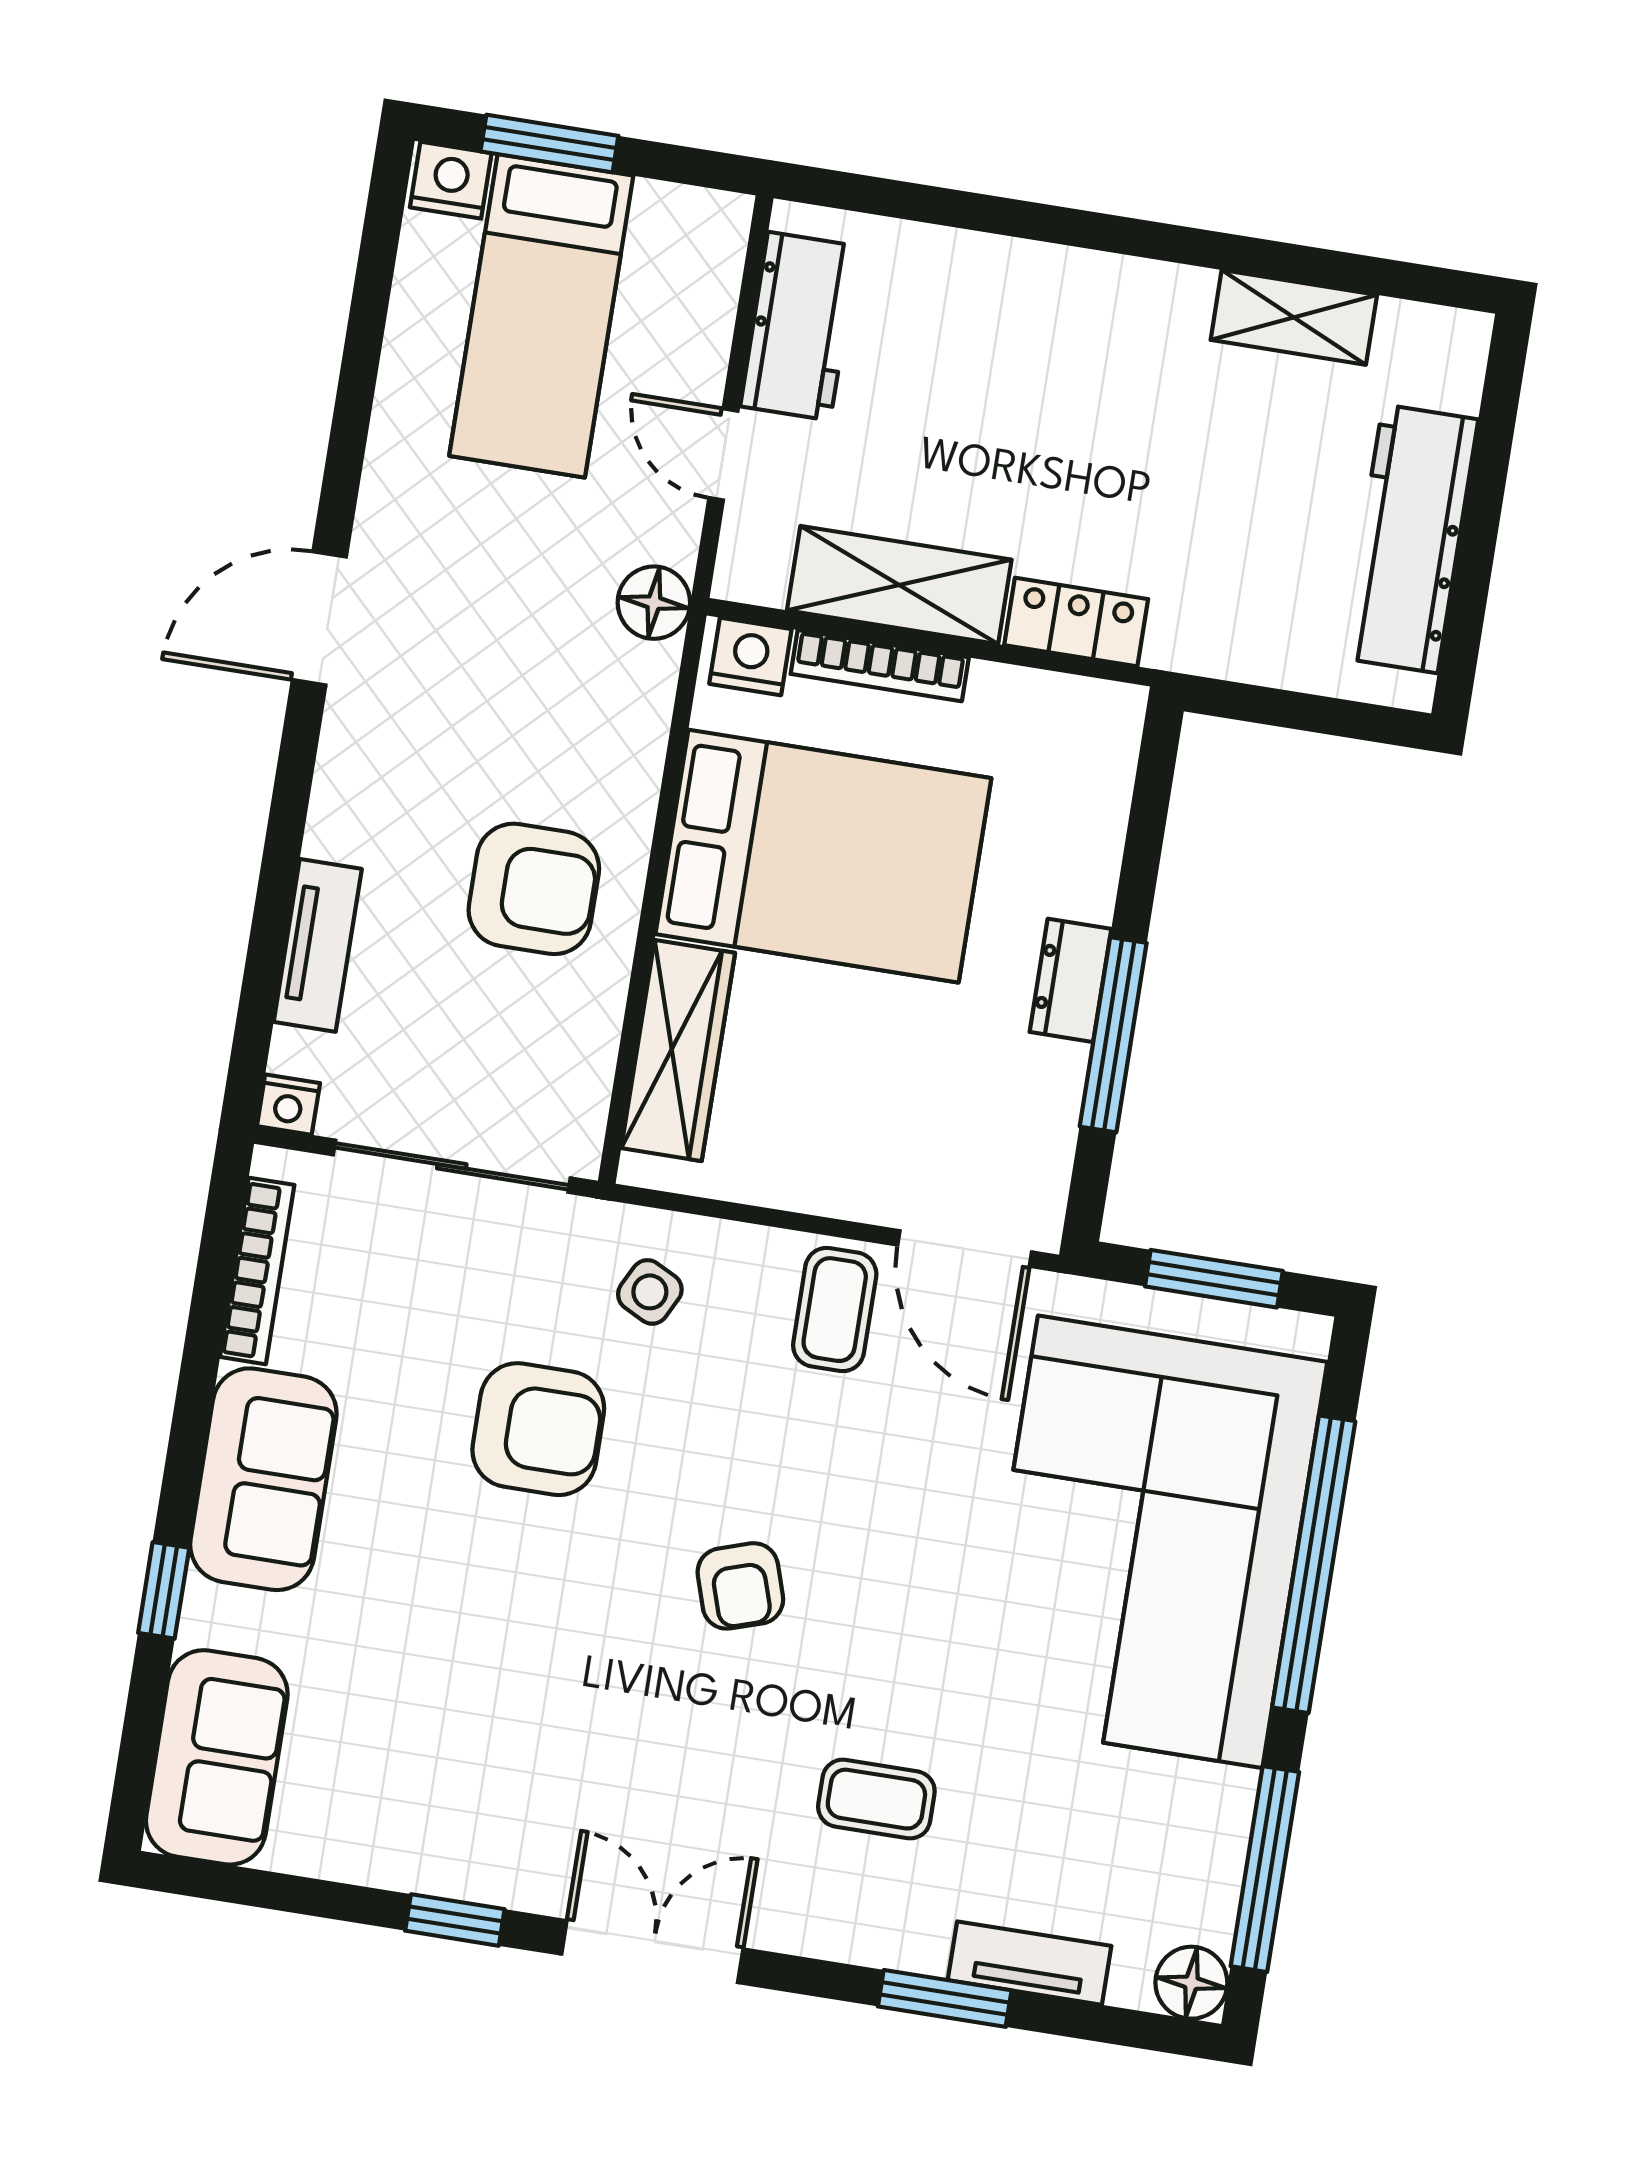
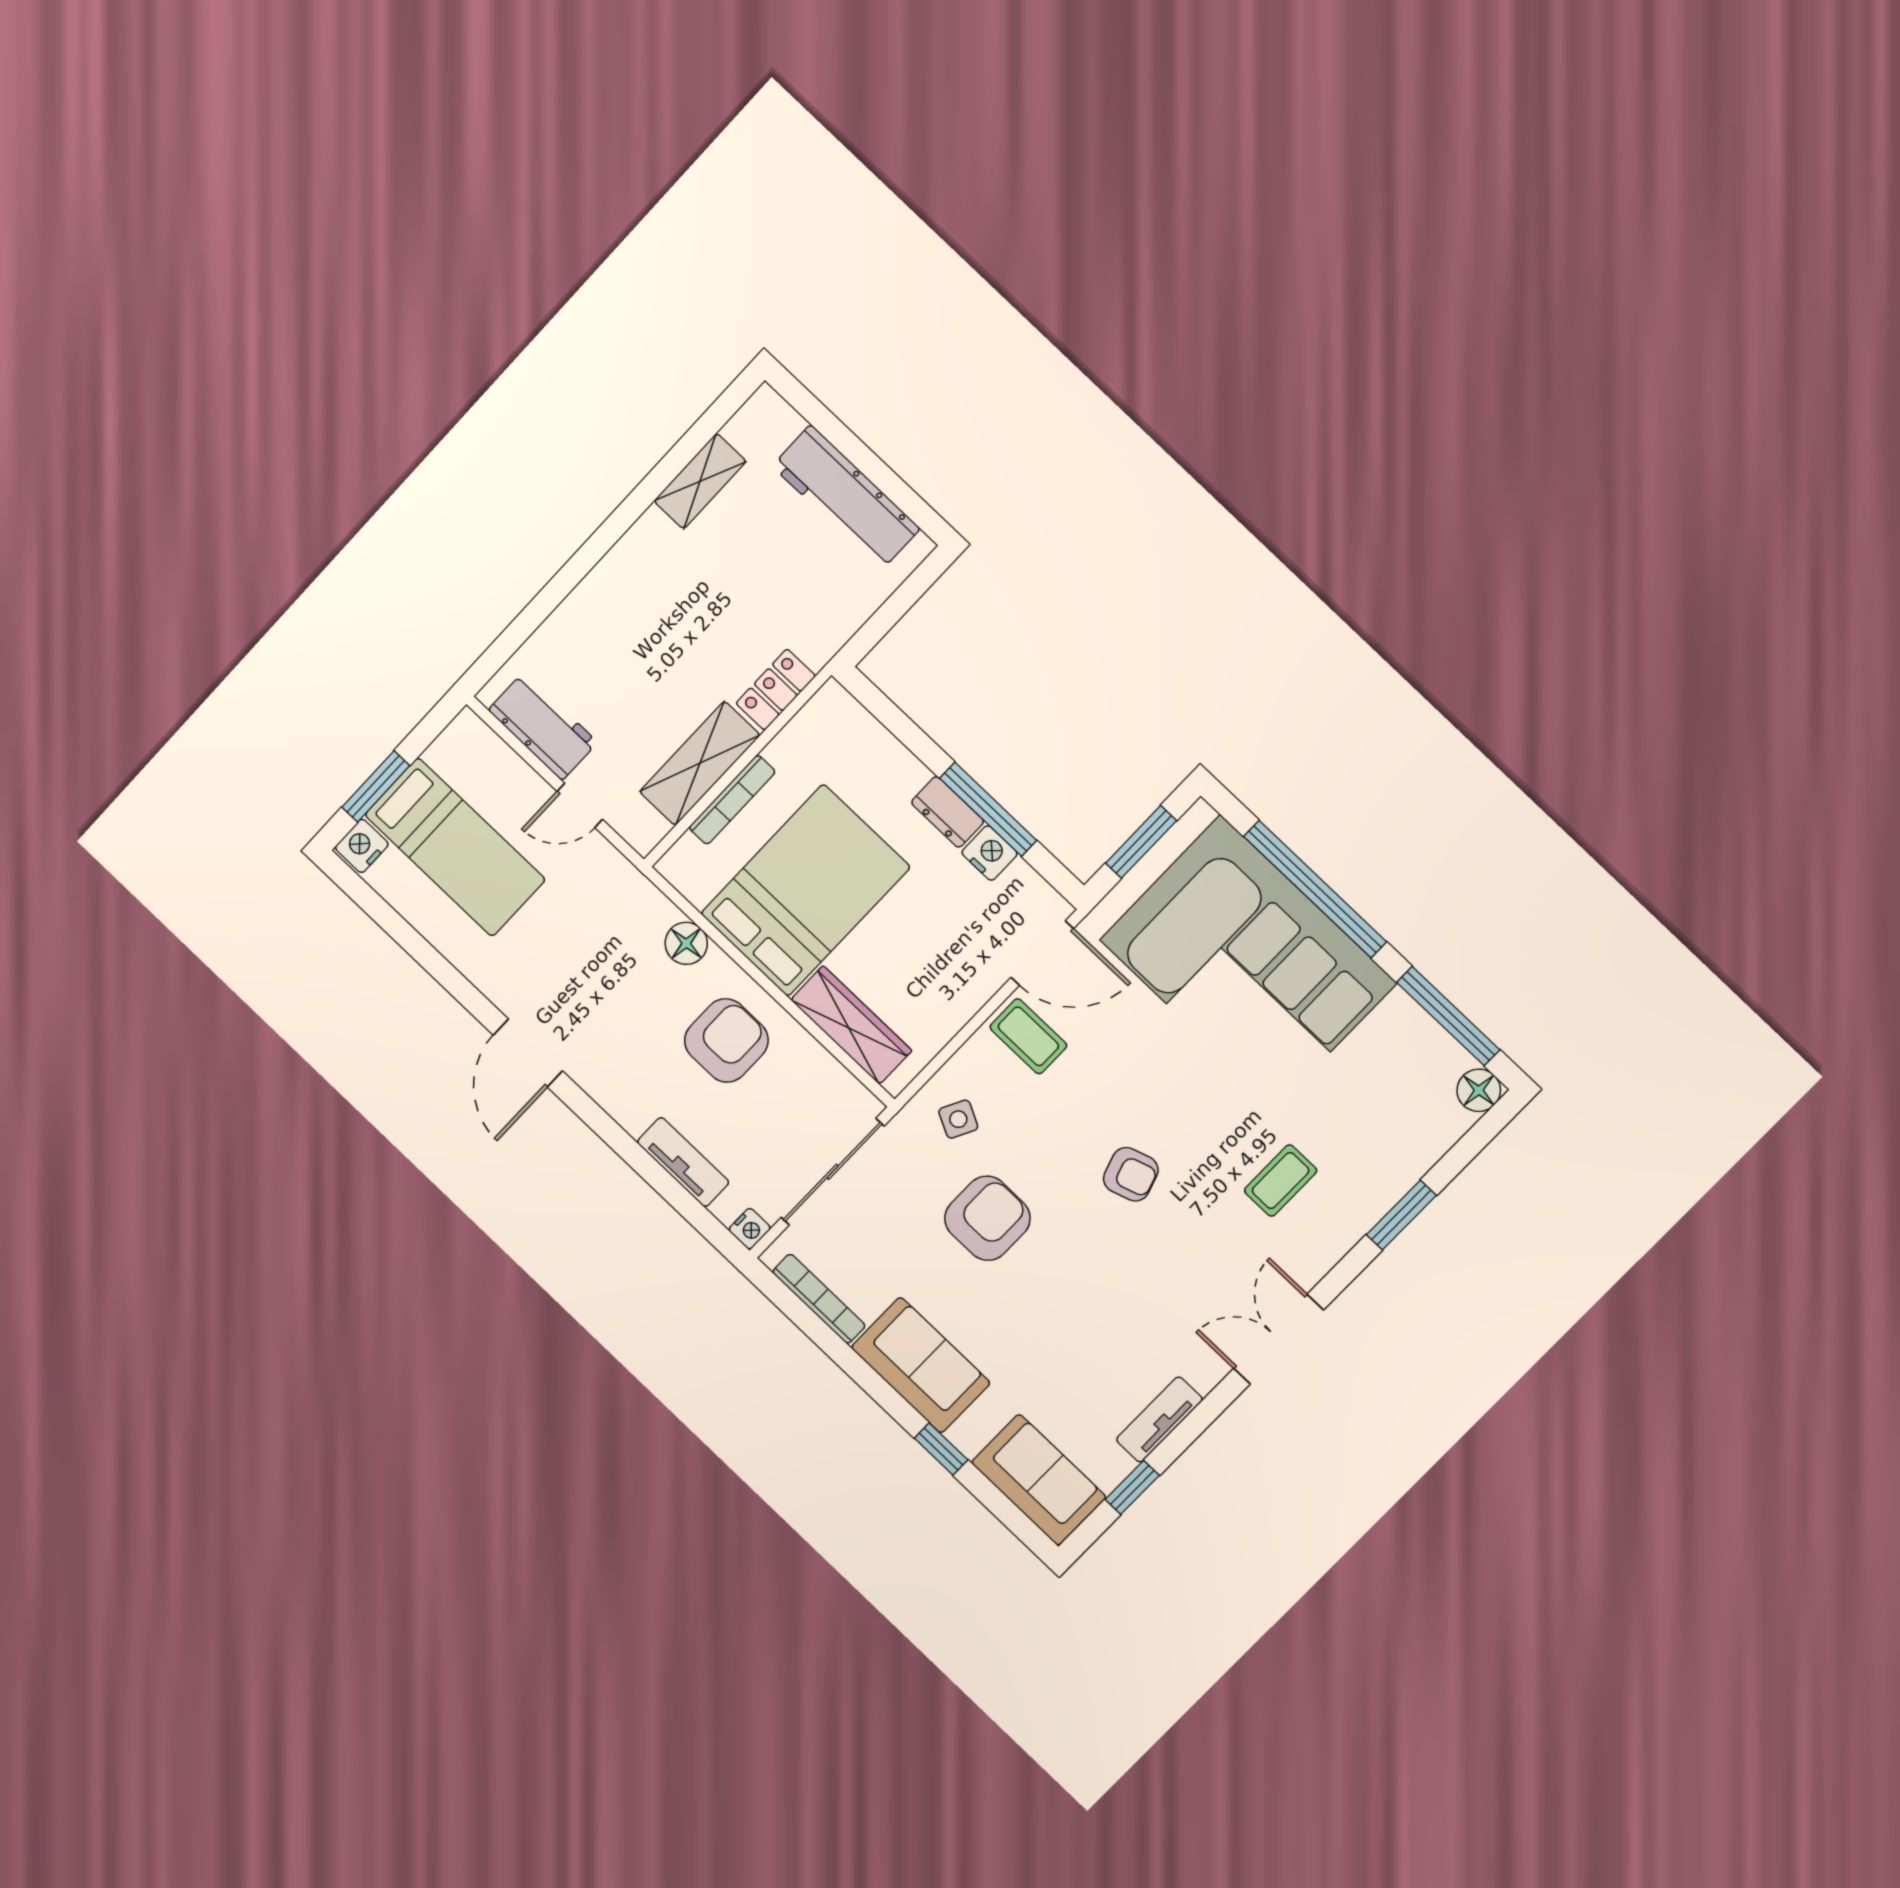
floor lamp: (654, 603) -> (686, 943), moved
nightstand: (750, 656) -> (990, 853), moved, turned 90
window: (455, 1920) -> (1132, 1487), moved
tv unit: (1030, 1963) -> (1159, 1419), moved

